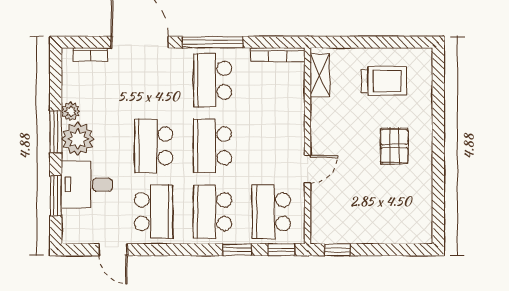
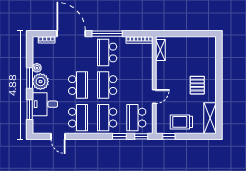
trolley: (384, 81) -> (181, 122), moved, turned 180
school desk: (154, 146) -> (78, 85), turned 180
shelving: (420, 213) -> (210, 118), added

